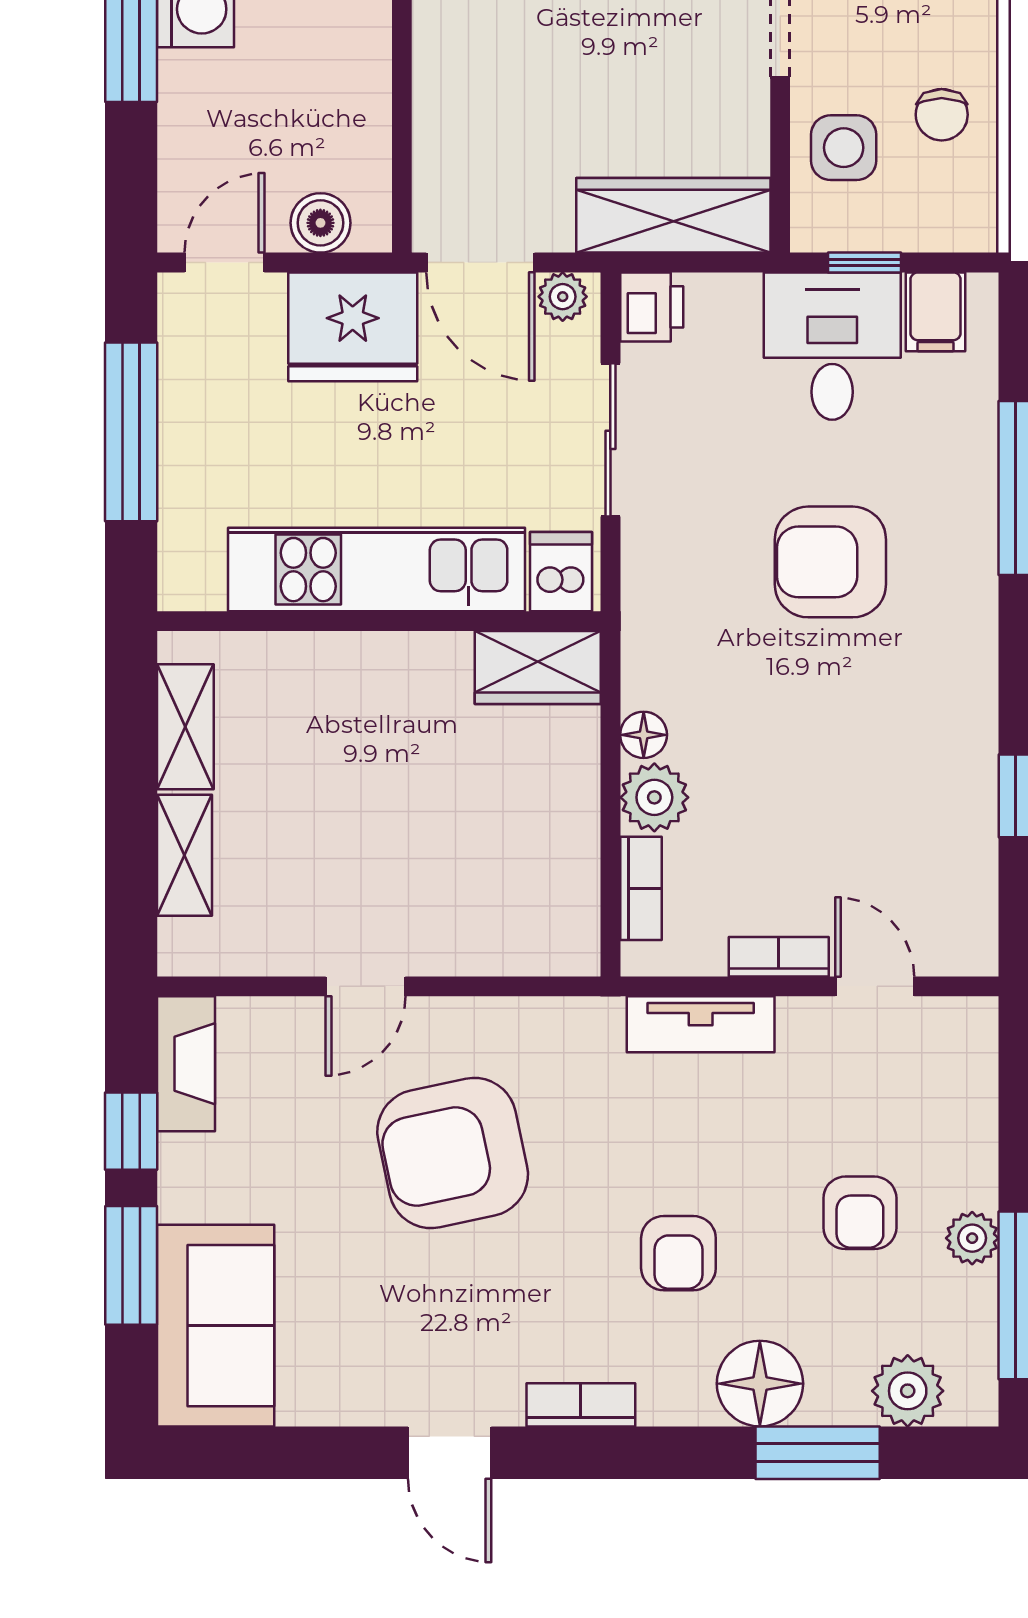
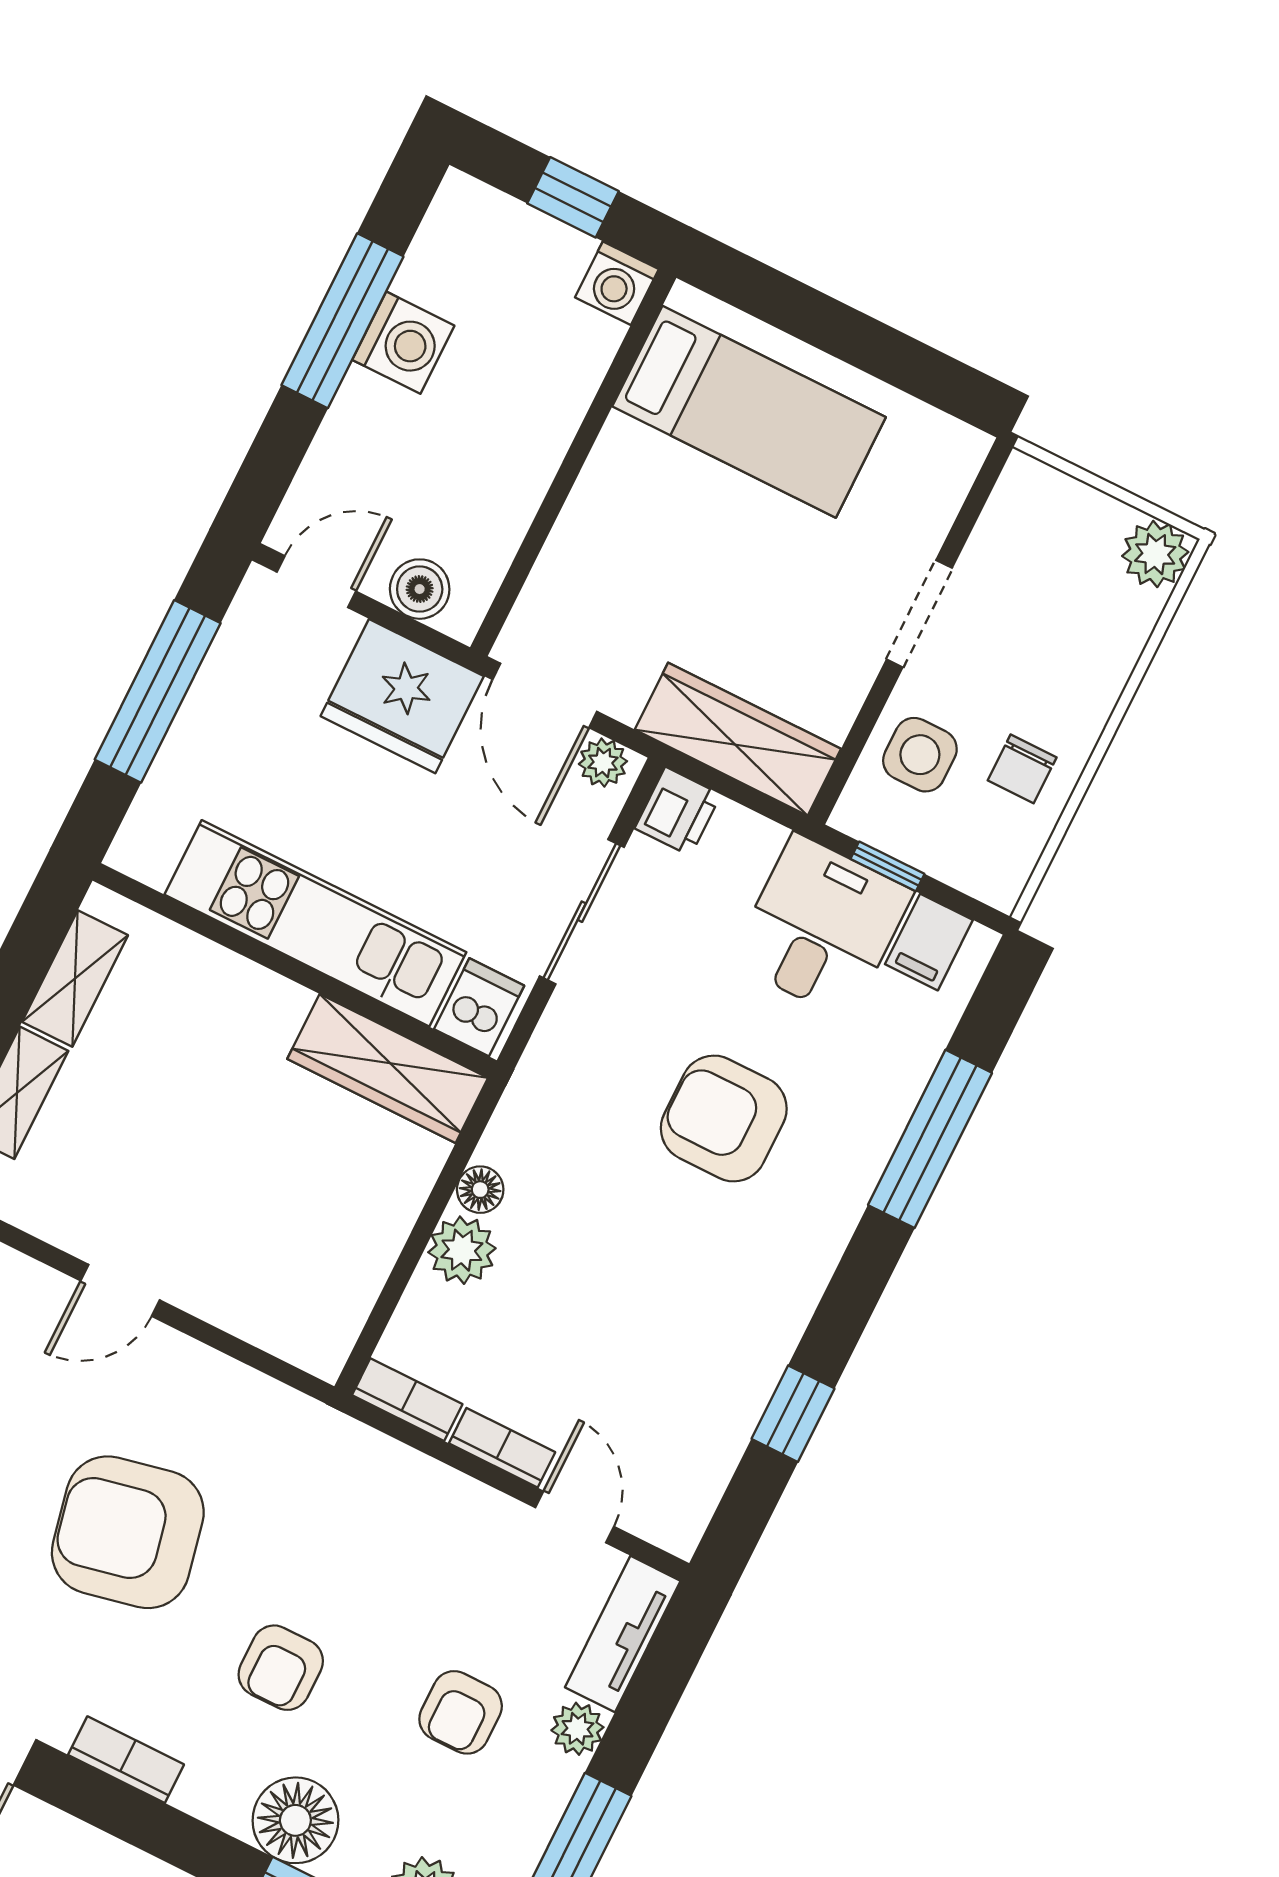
wardrobe: (538, 667) -> (388, 1068), width x1.50
bookcase: (641, 888) -> (407, 1400), moved, turned -90
tv unit: (701, 1024) -> (623, 1634), moved, turned 90
armchair: (453, 1153) -> (128, 1532), moved
plant: (972, 1238) -> (577, 1729), moved

